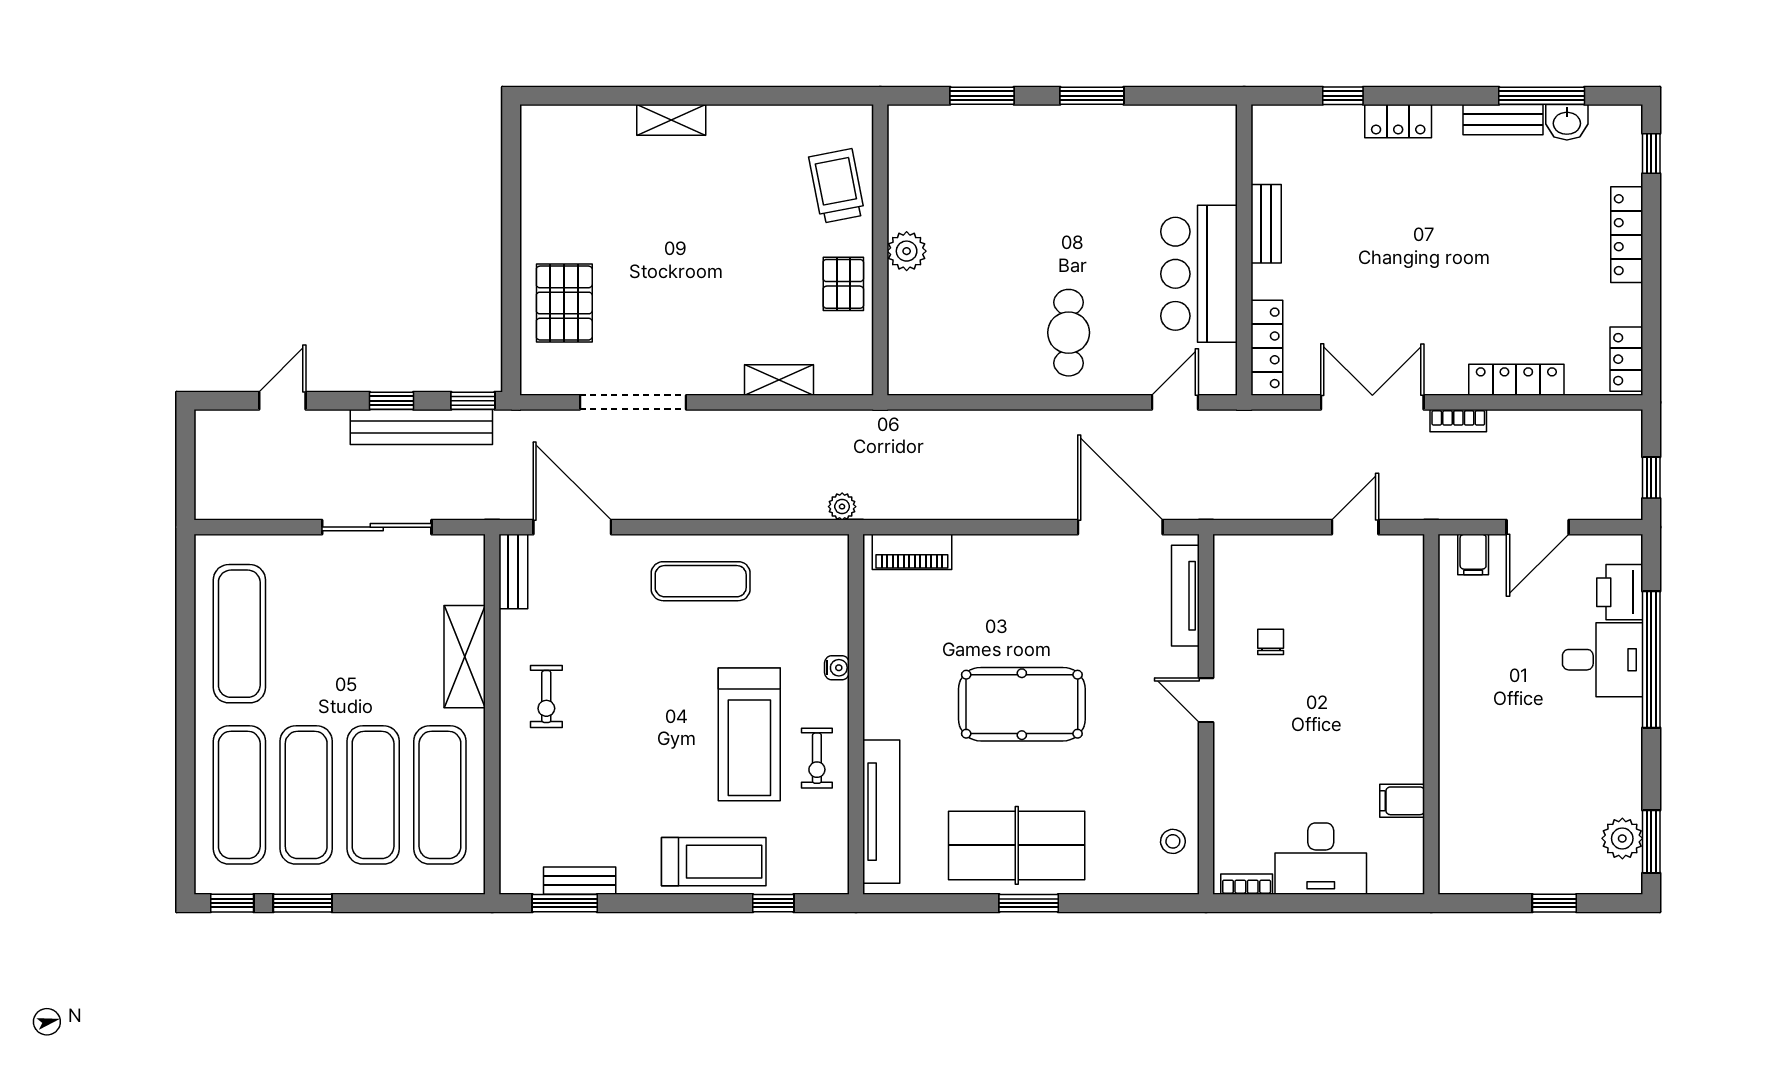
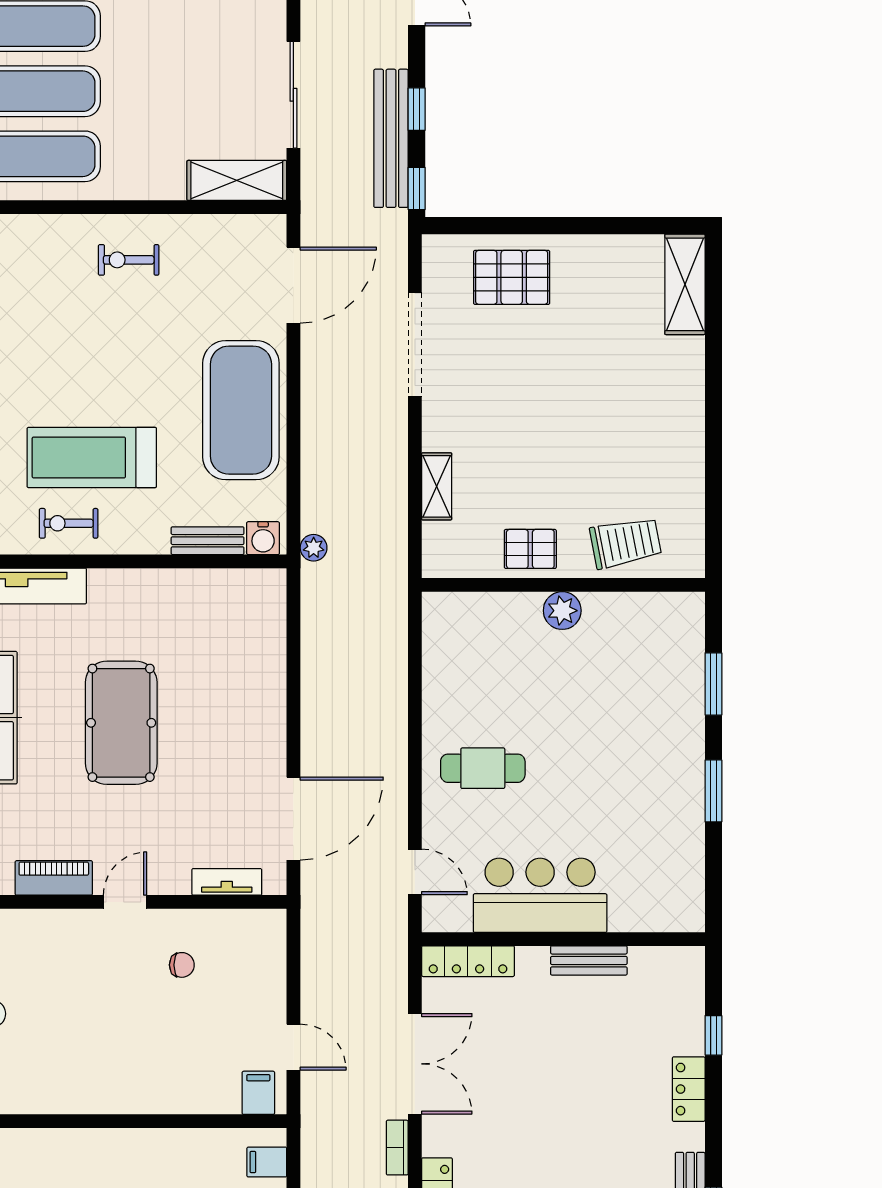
shelving: (671, 120) -> (685, 284), moved, width x1.50, depth x1.33
piano: (912, 552) -> (54, 878), moved, turned 90
bench: (513, 571) -> (208, 541), moved
exercise mat: (701, 581) -> (241, 410), width x2.00, depth x1.45
tv unit: (1185, 596) -> (227, 882), width x0.71
shelving: (465, 657) -> (237, 180), moved
water cooler: (837, 668) -> (263, 538), moved, width x1.38, depth x1.38
filing cabinet: (1402, 801) -> (258, 1093), moved

